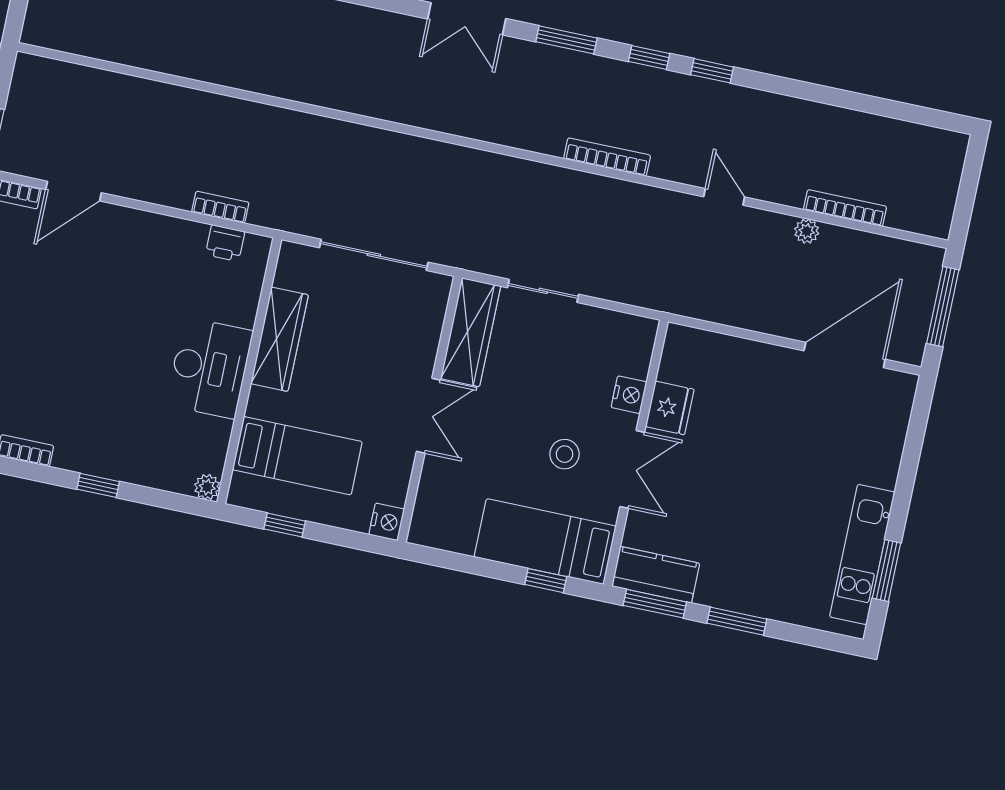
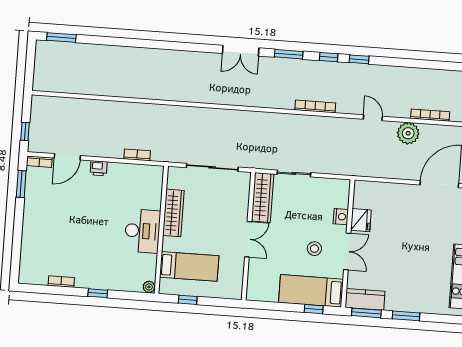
plant: (807, 231) -> (408, 133), width x1.88, depth x1.88
printer: (225, 243) -> (99, 168), moved
nightstand: (387, 522) -> (235, 292), removed

